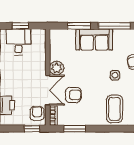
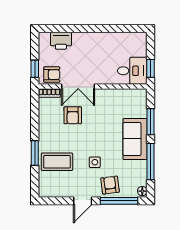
window: (20, 26) -> (151, 68), moved
desk: (19, 42) -> (132, 71), moved
plant: (57, 68) -> (103, 97), removed
window: (75, 129) -> (35, 153), moved

